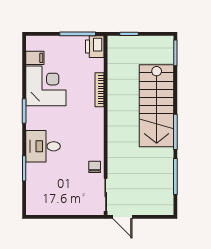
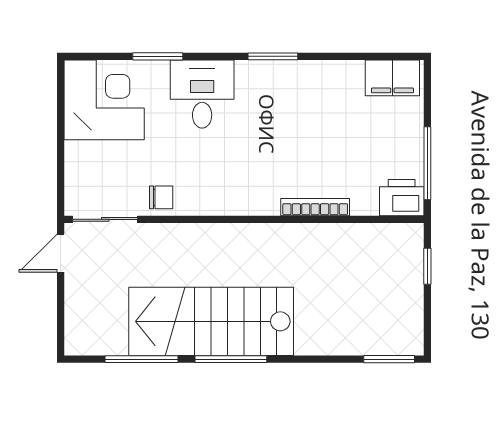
filing cabinet: (35, 58) -> (392, 78), width x2.00
corner desk: (46, 86) -> (104, 100), moved, turned -90
stairs: (157, 106) -> (211, 321), moved

